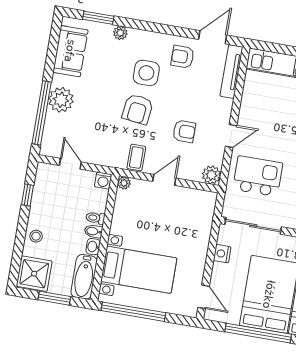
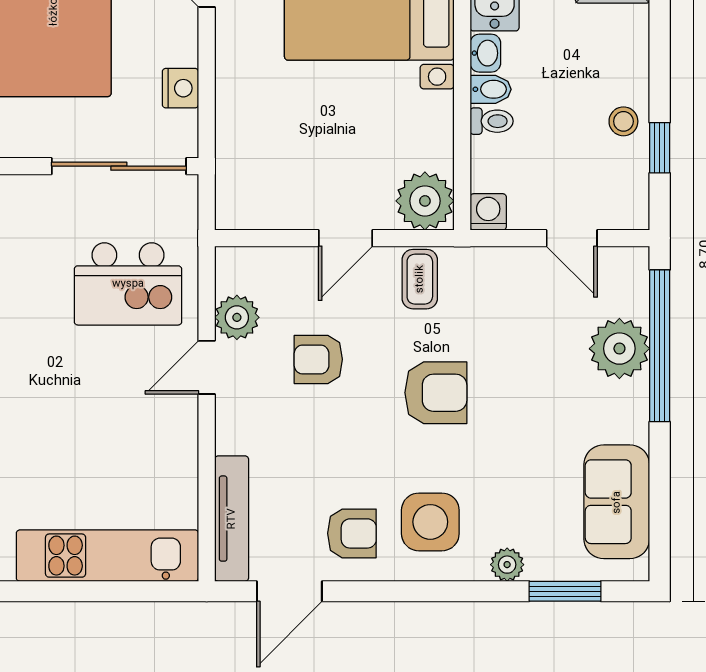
side table: (146, 73) -> (430, 522), moved
plant: (61, 100) -> (619, 349), moved
armchair: (138, 109) -> (436, 393), turned 83
plant: (211, 175) -> (237, 317), moved
plant: (124, 183) -> (425, 201), width x1.87, depth x1.87
stool: (36, 236) -> (623, 121), moved

